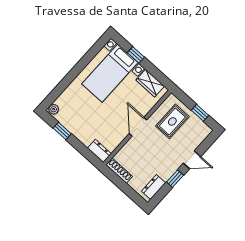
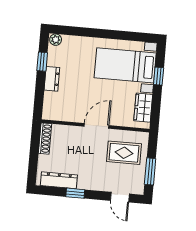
window: (200, 113) -> (150, 171), width x1.50
dresser: (99, 151) -> (52, 79), moved
door: (192, 160) -> (120, 197), moved
dresser: (153, 187) -> (59, 180), width x1.44

